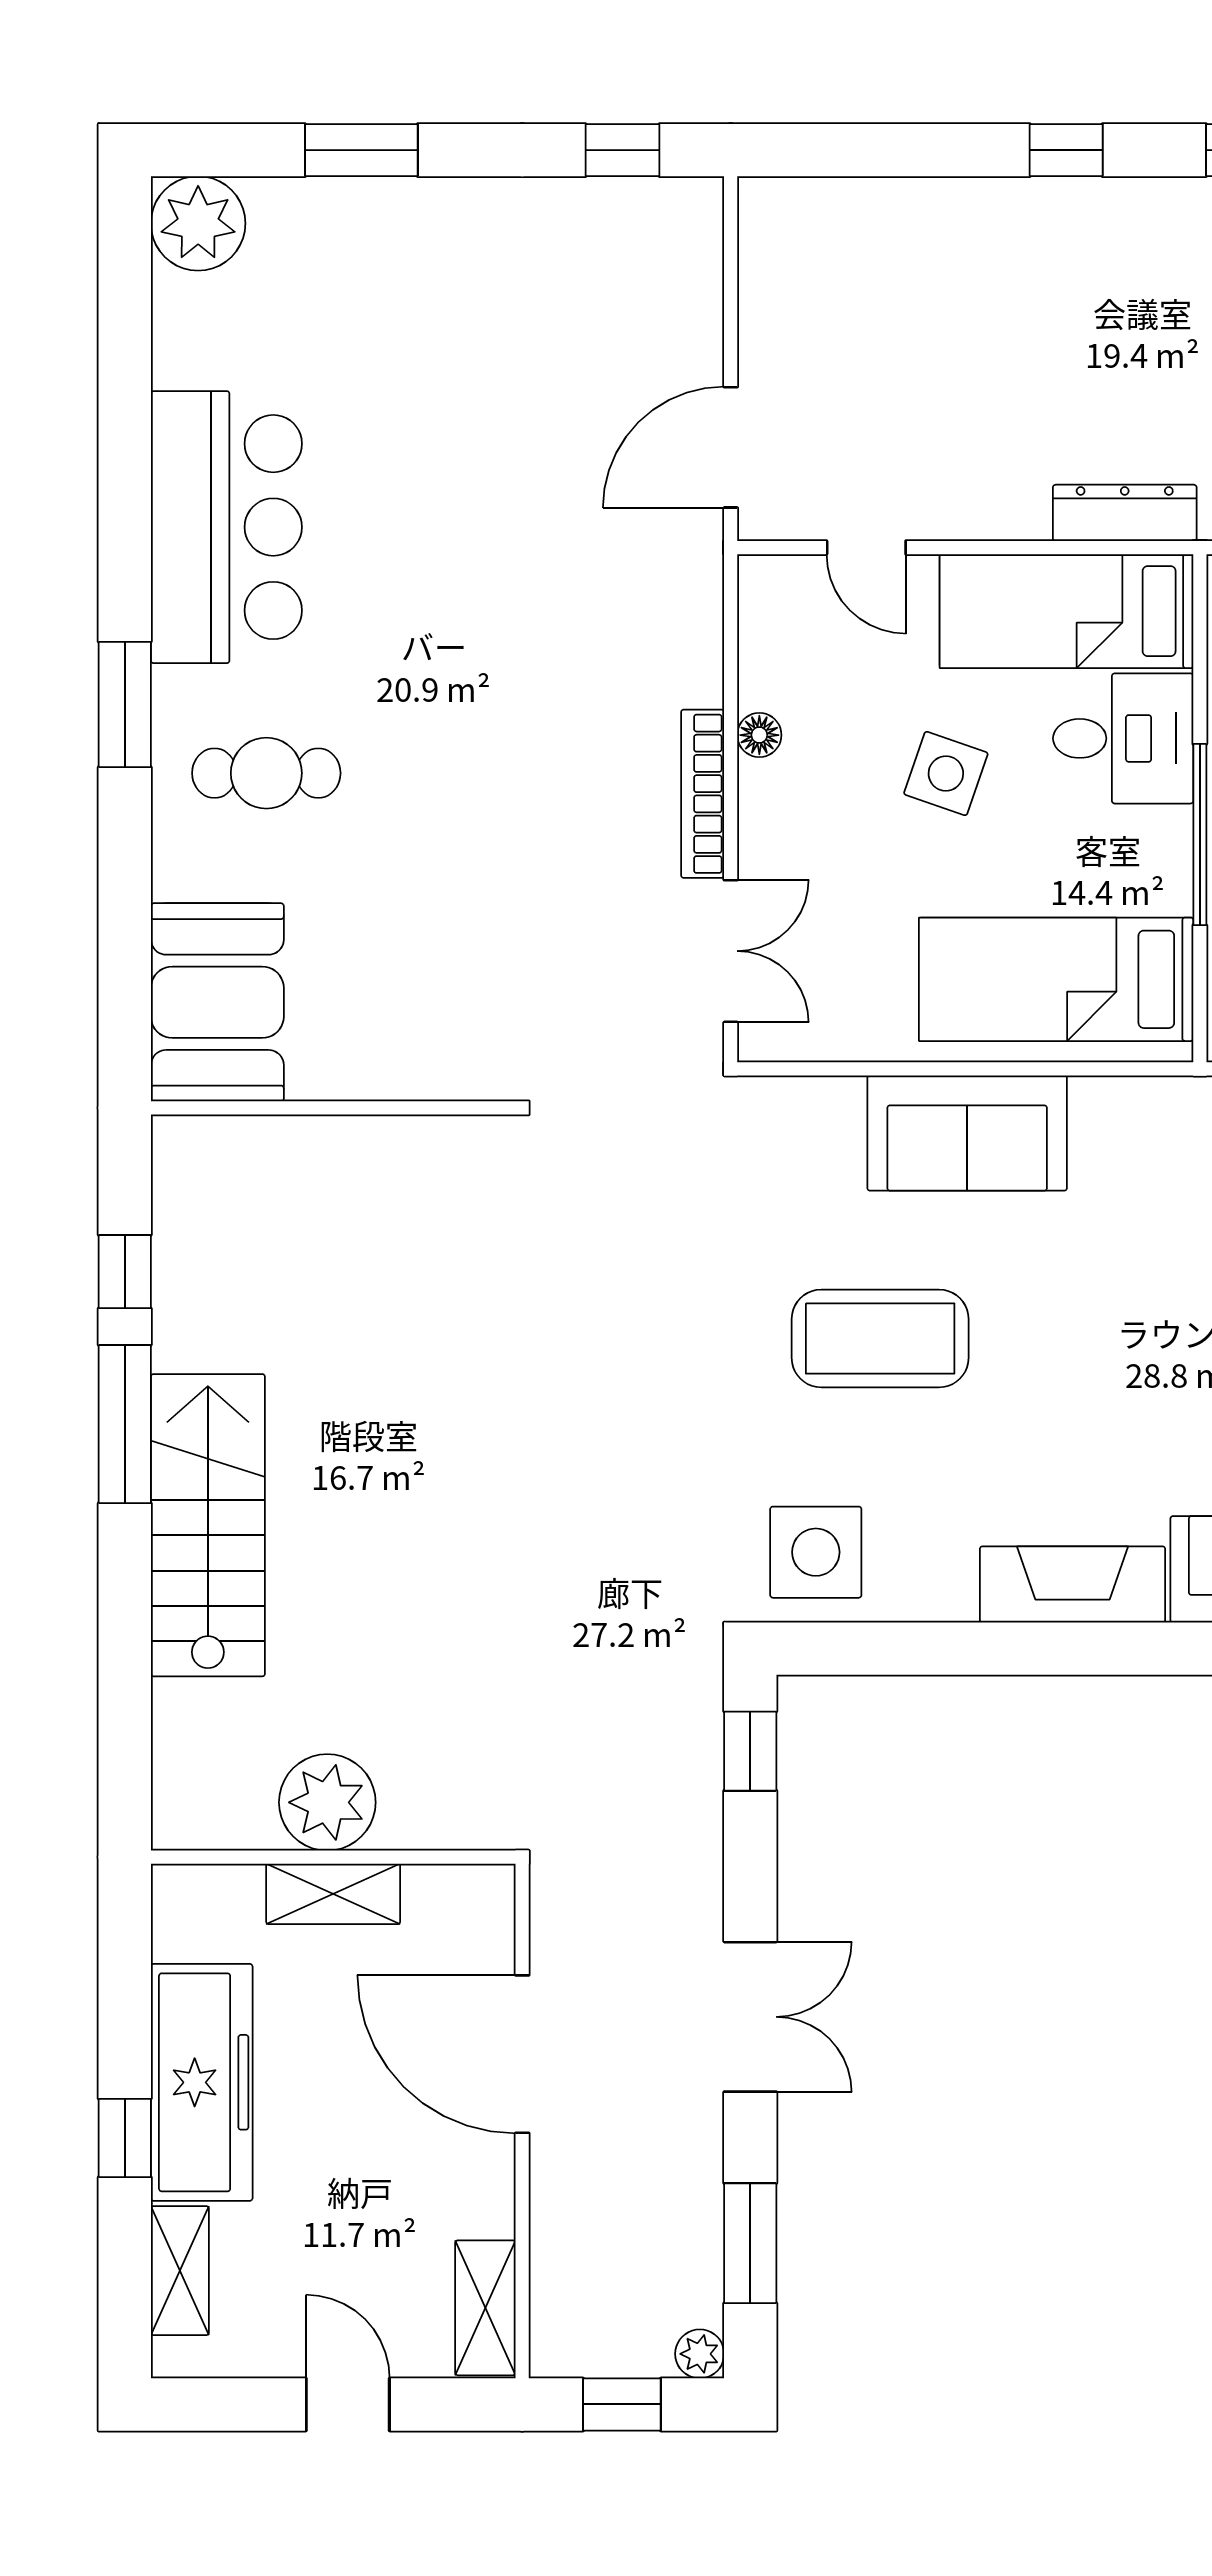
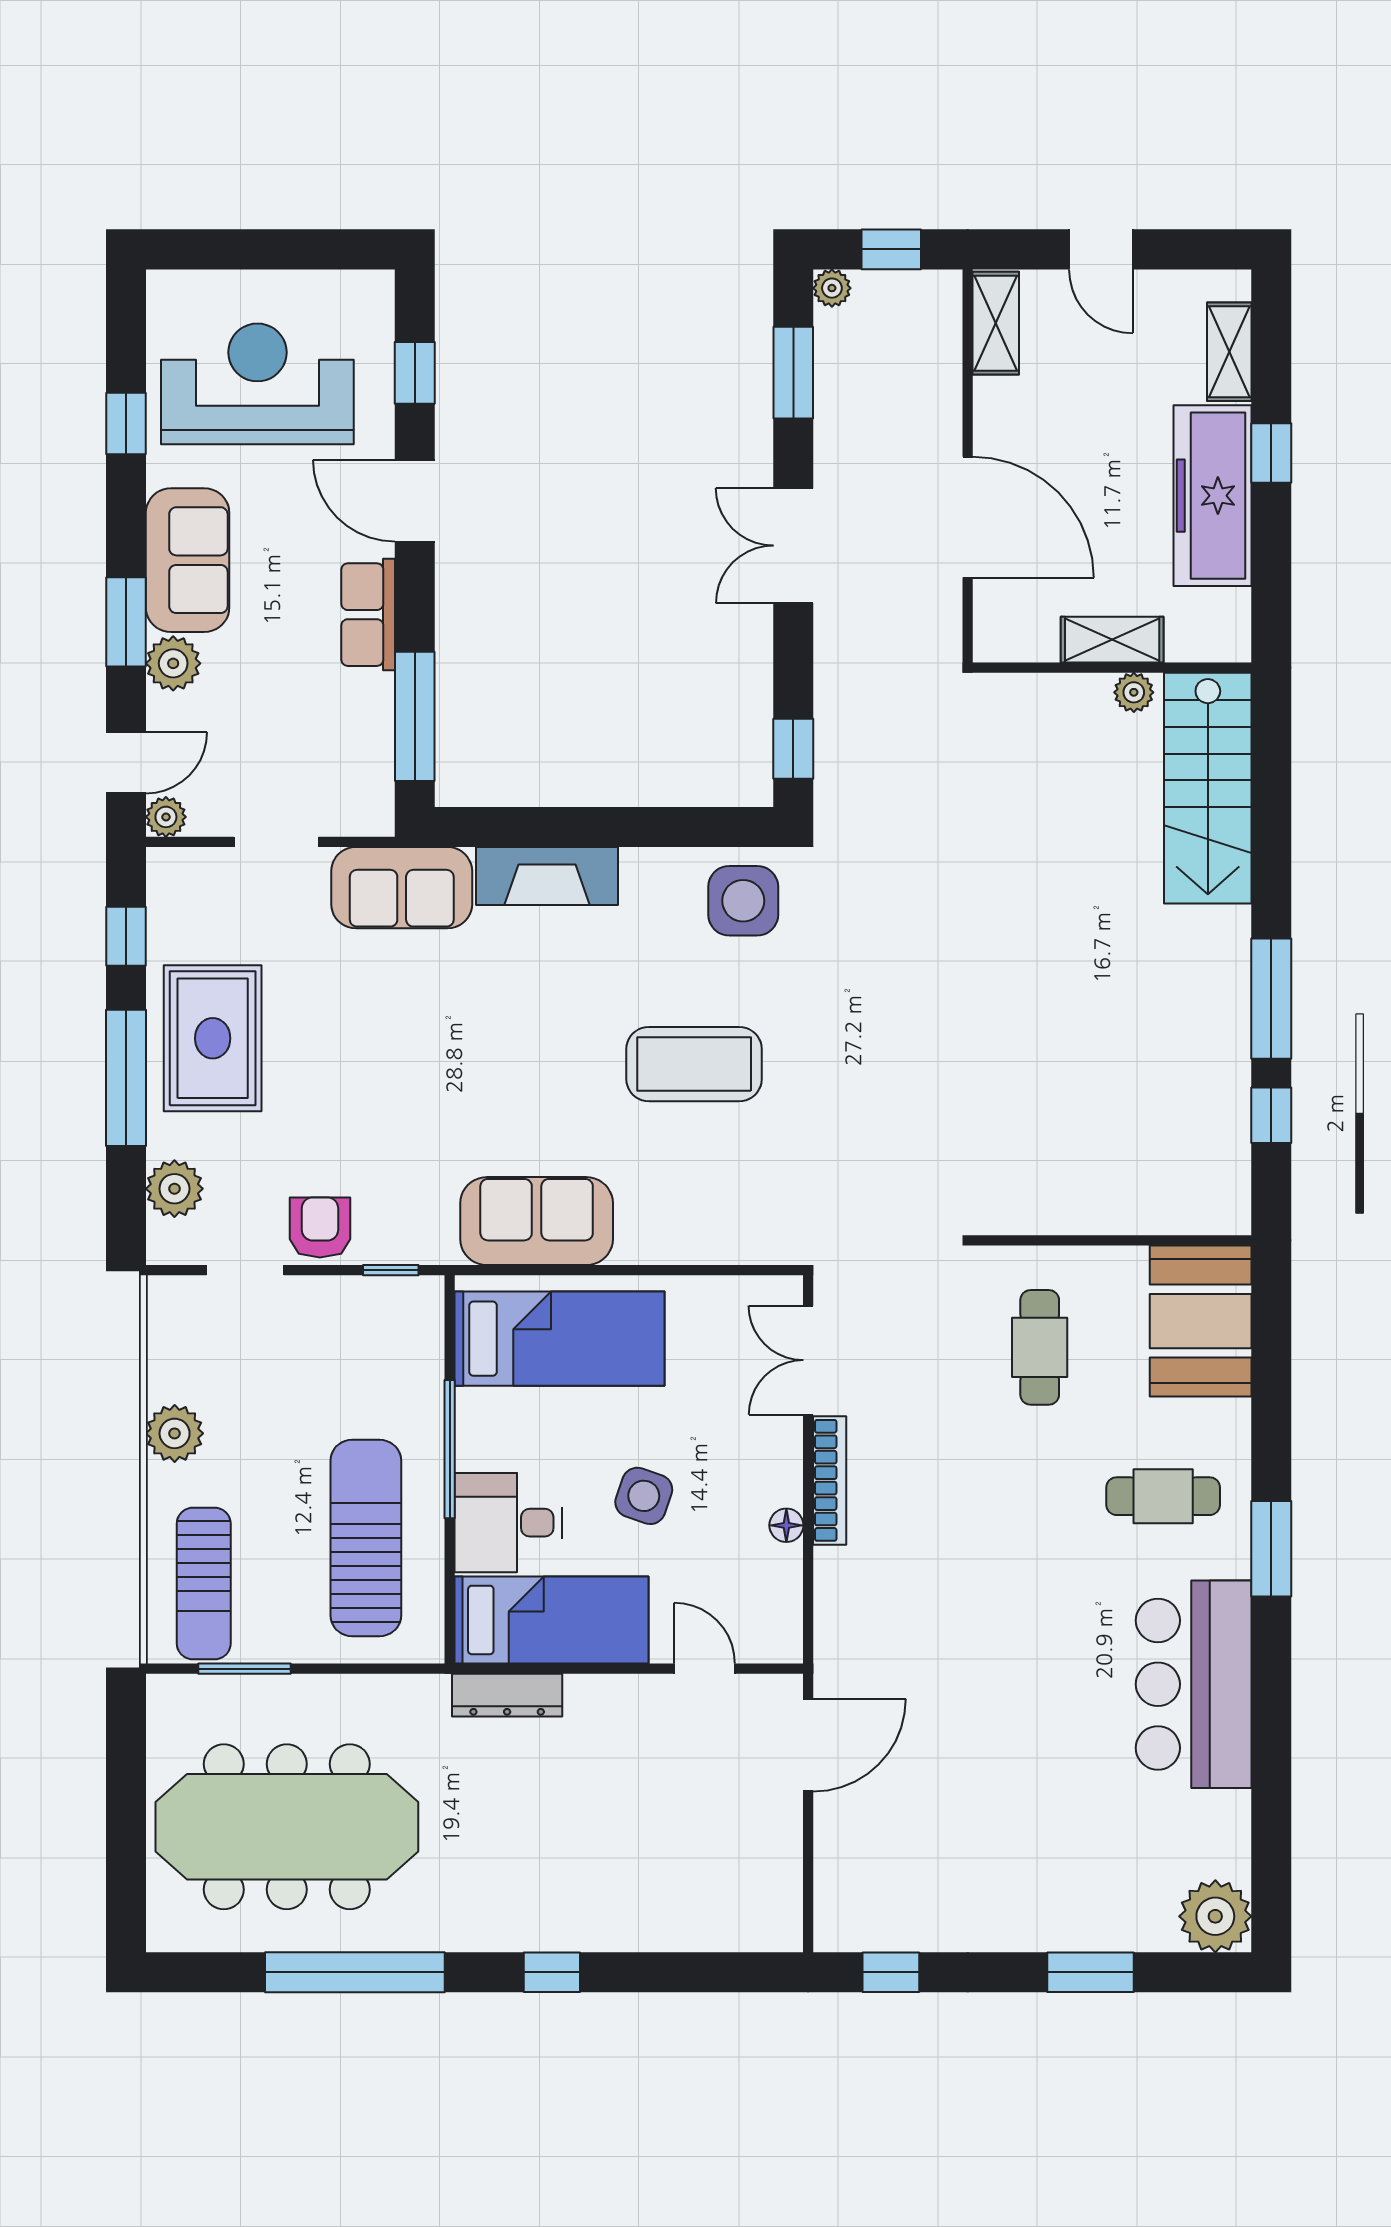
cafe table: (428, 968) -> (1040, 1347), added
sofa: (967, 1133) -> (537, 1221), moved
stairs: (208, 1525) -> (1208, 788), moved
plant: (327, 1802) -> (1134, 692), width x0.53, depth x0.53

